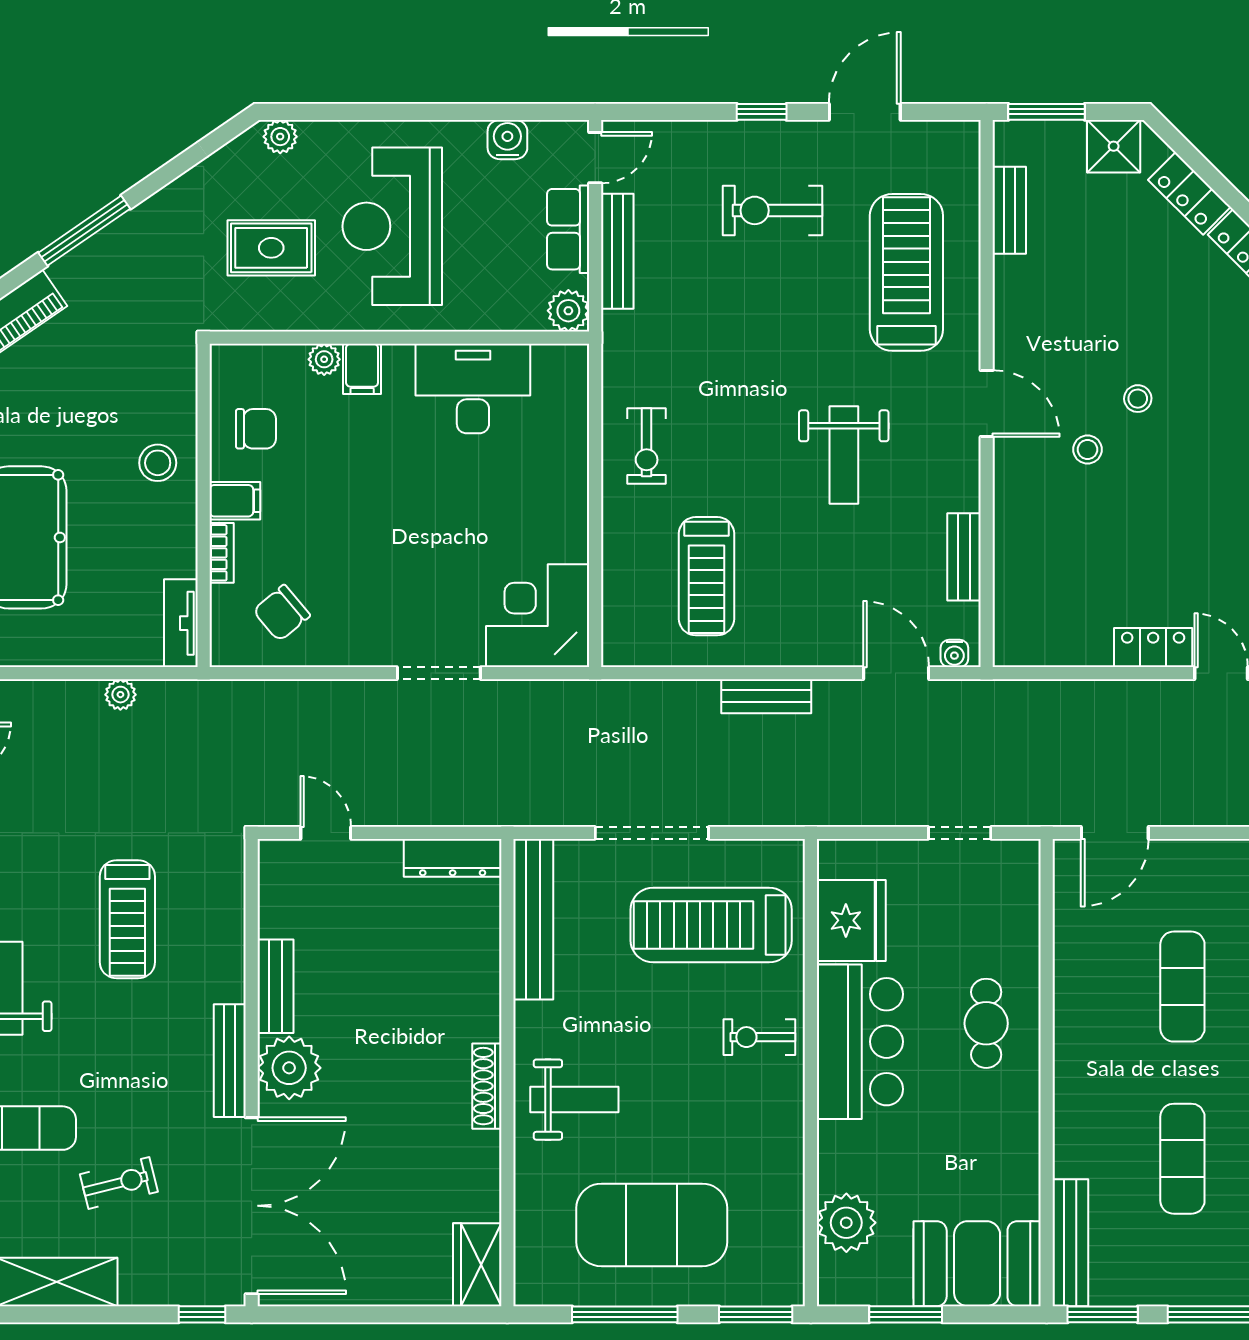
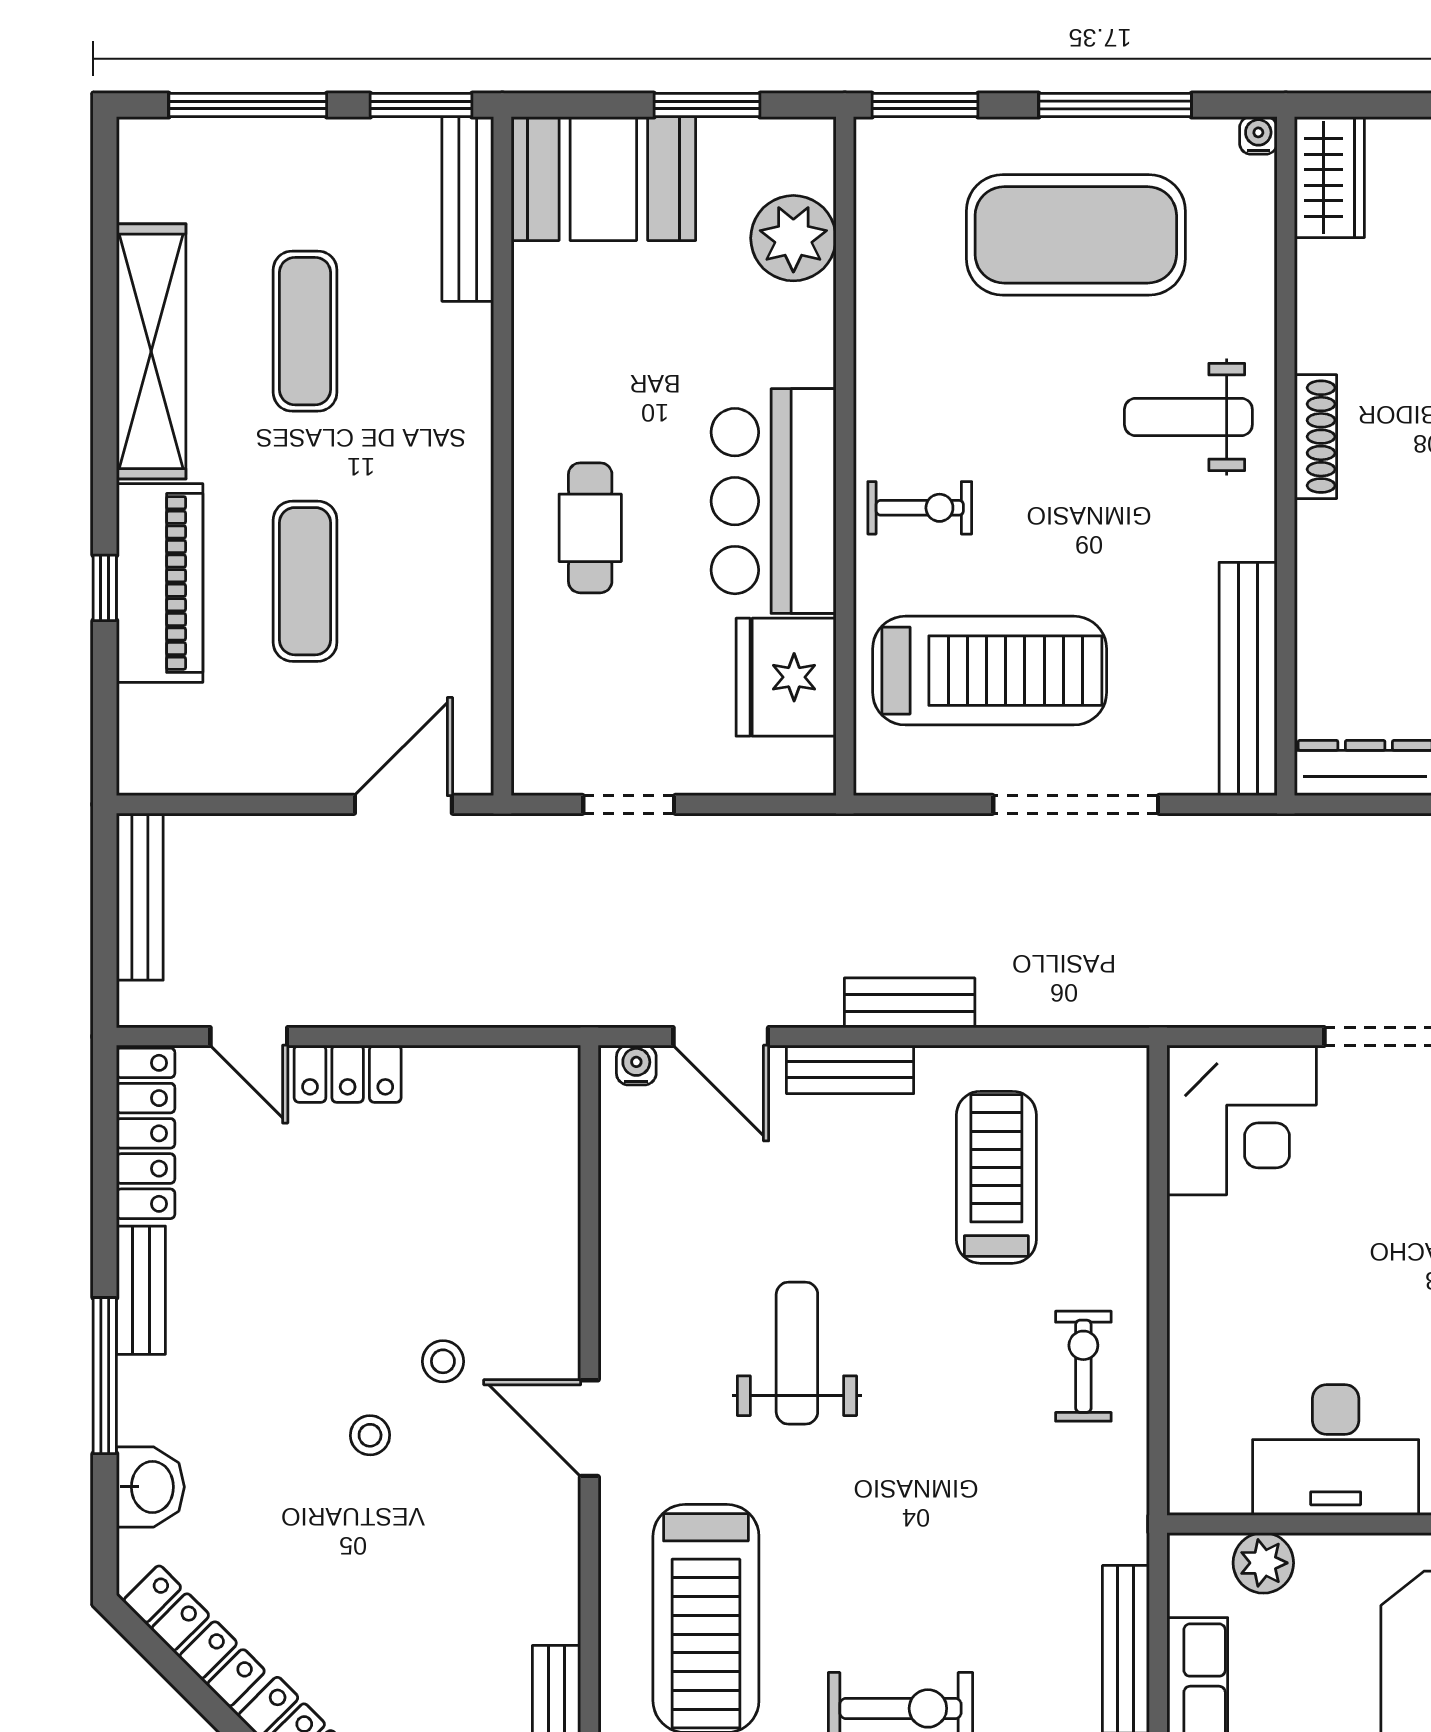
plant: (568, 311) -> (1263, 1563), moved
bench: (964, 557) -> (850, 1069), moved, turned 90
water cooler: (526, 1293) -> (1258, 135), added

